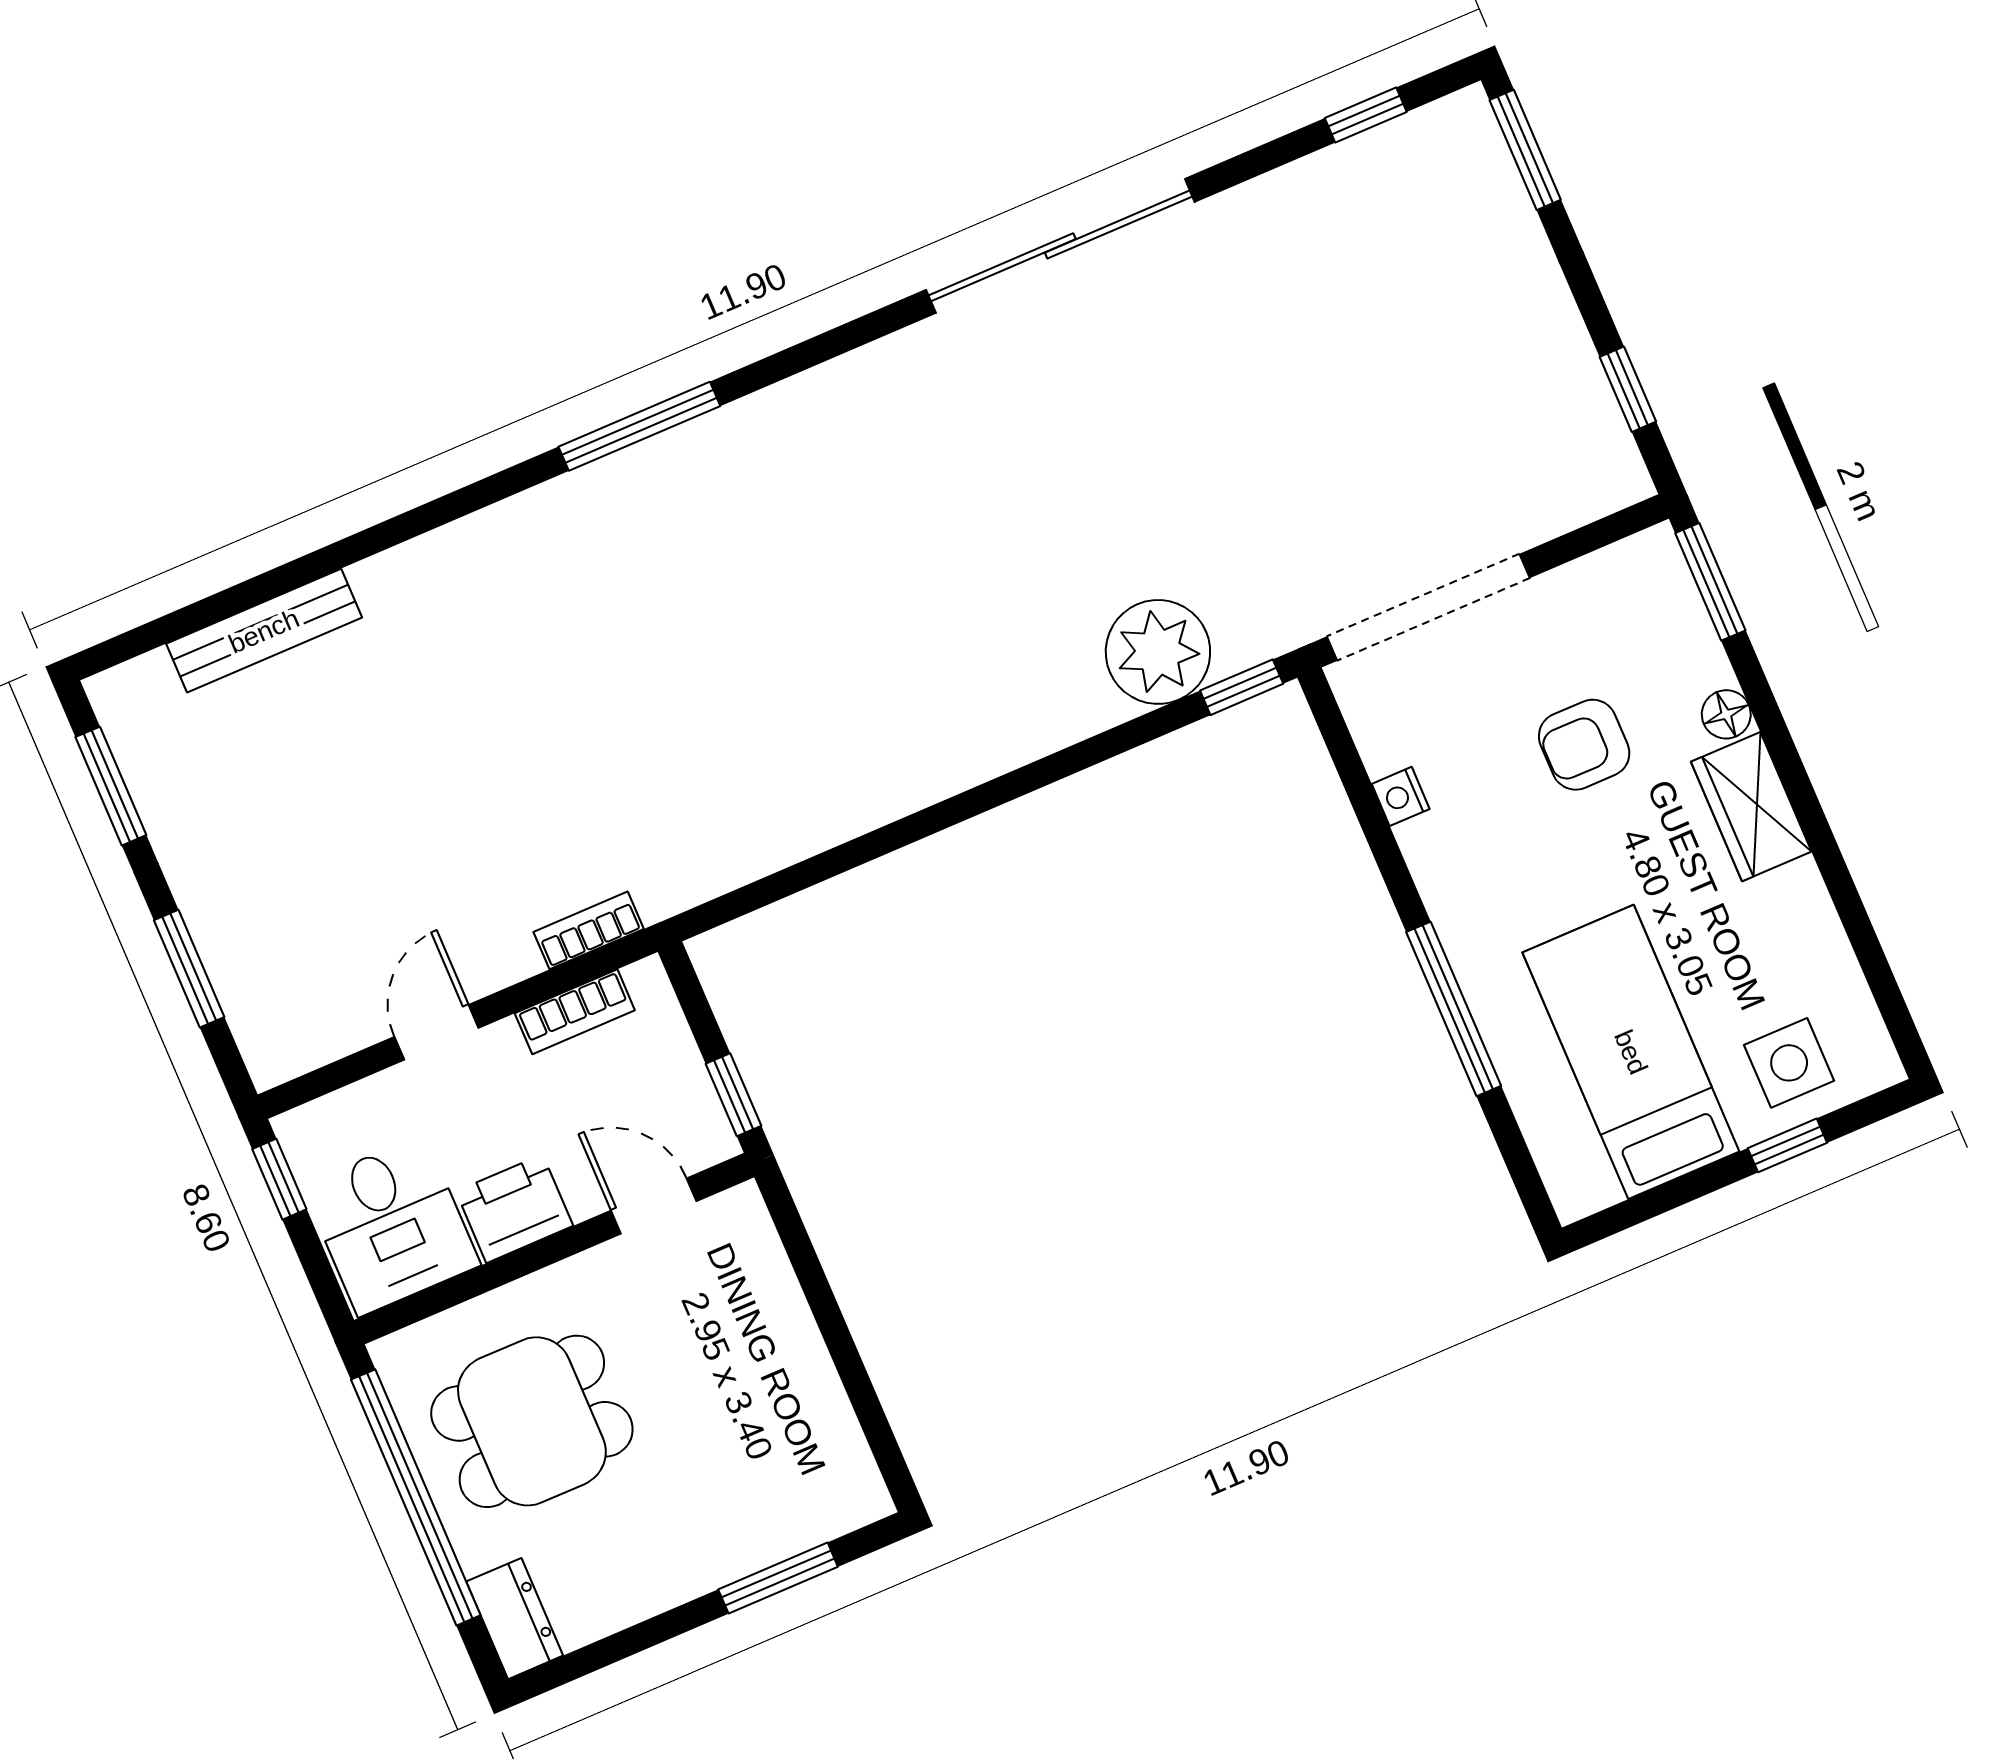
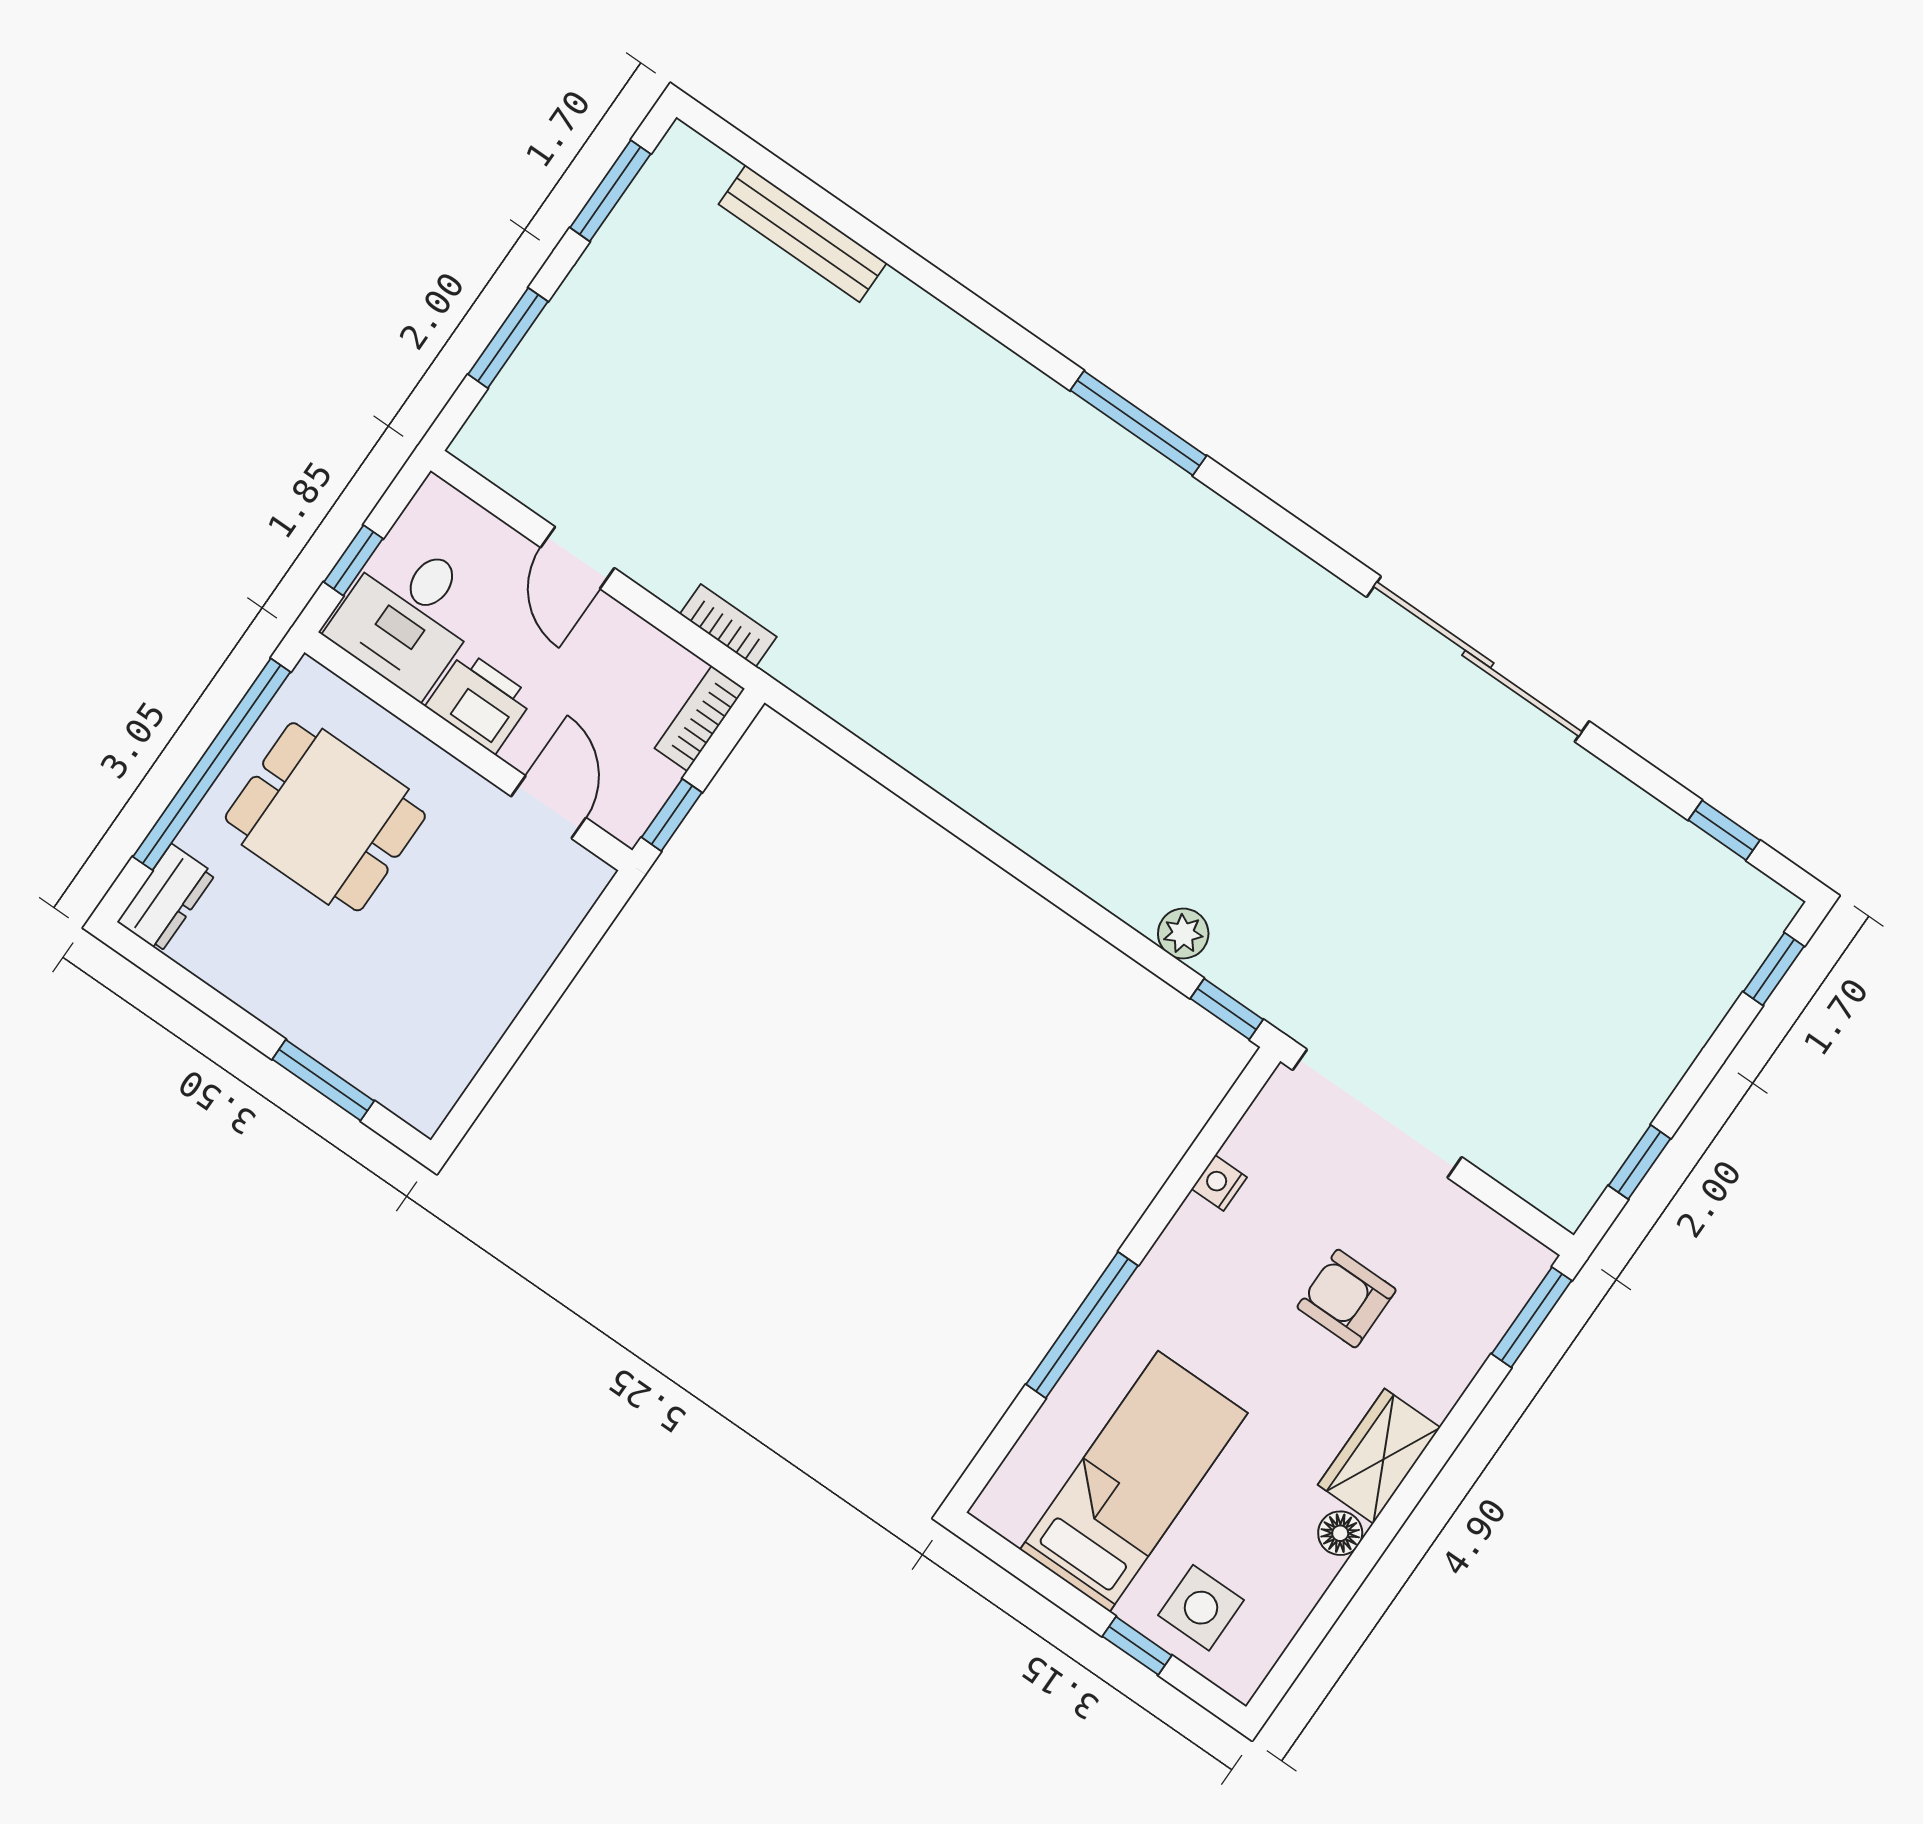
window: (1525, 150) -> (1774, 969), width x0.67
plant: (1158, 652) -> (1183, 934), width x0.53, depth x0.53
floor lamp: (1726, 714) -> (1340, 1533), moved
bookcase: (575, 1012) -> (700, 719), moved, turned 90
door: (436, 1032) -> (577, 558), swing flipped
window: (279, 1179) -> (353, 560), moved

